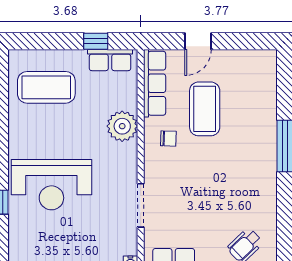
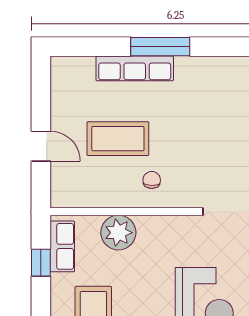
row of seats: (155, 83) -> (135, 68), moved, turned 180
plant: (122, 126) -> (118, 233), moved

